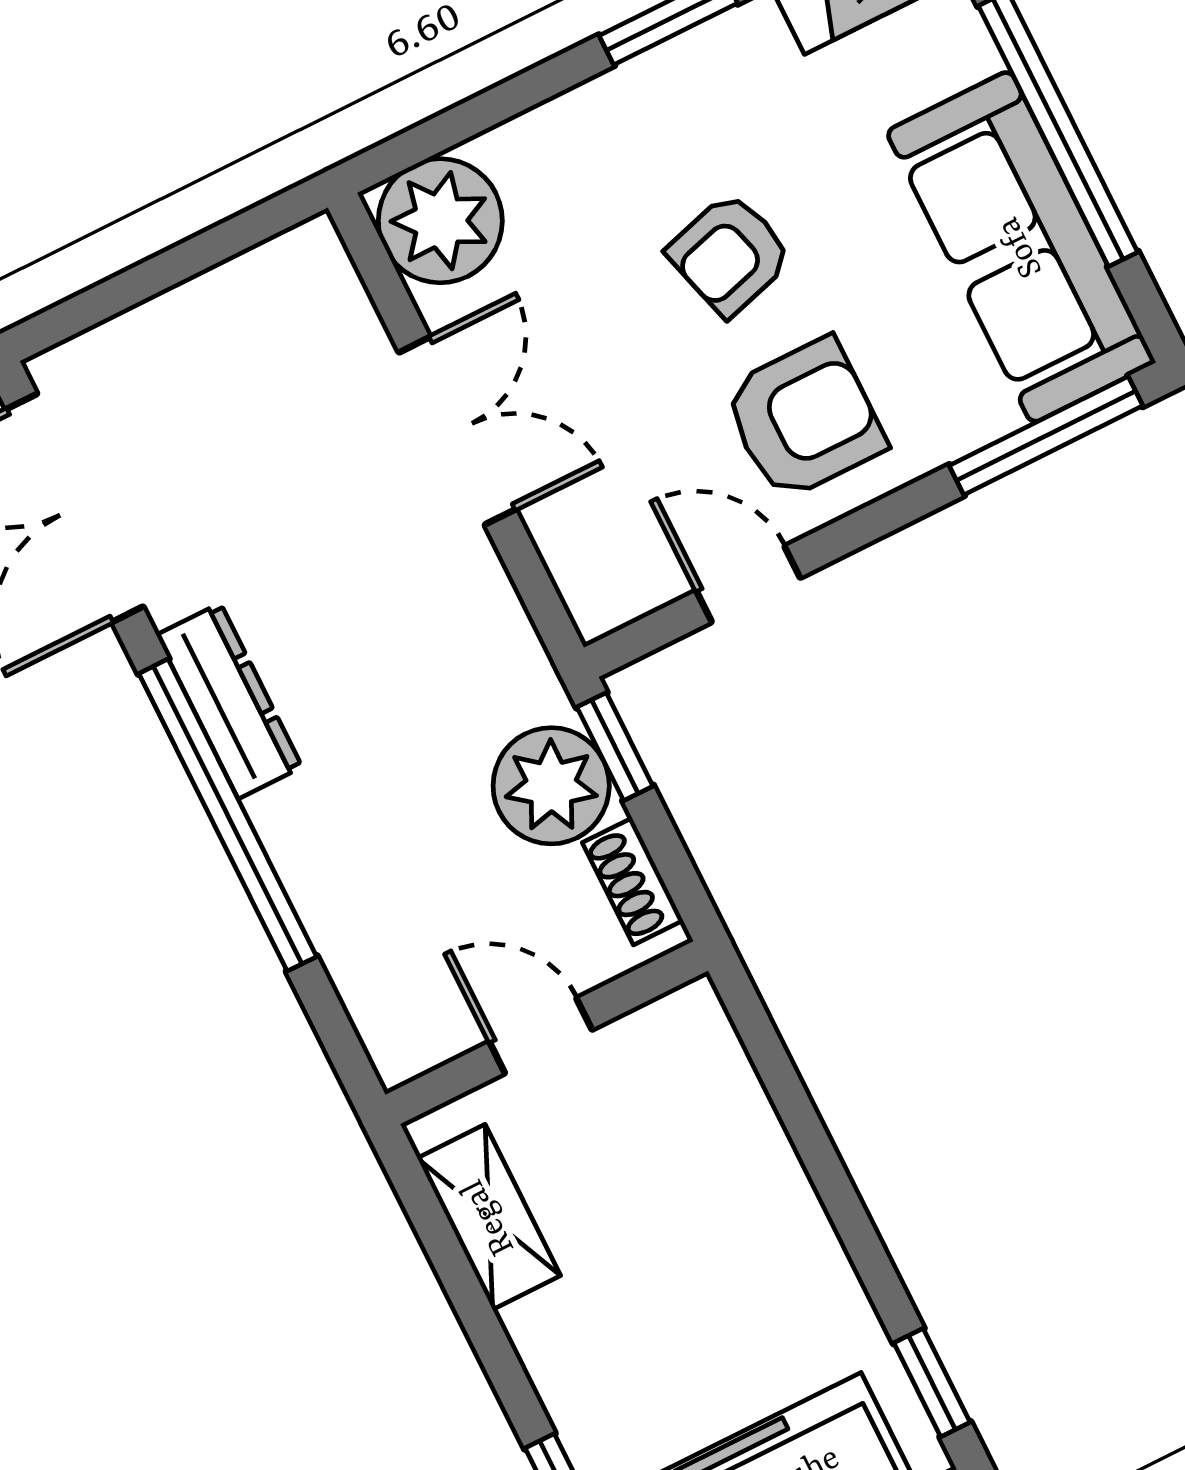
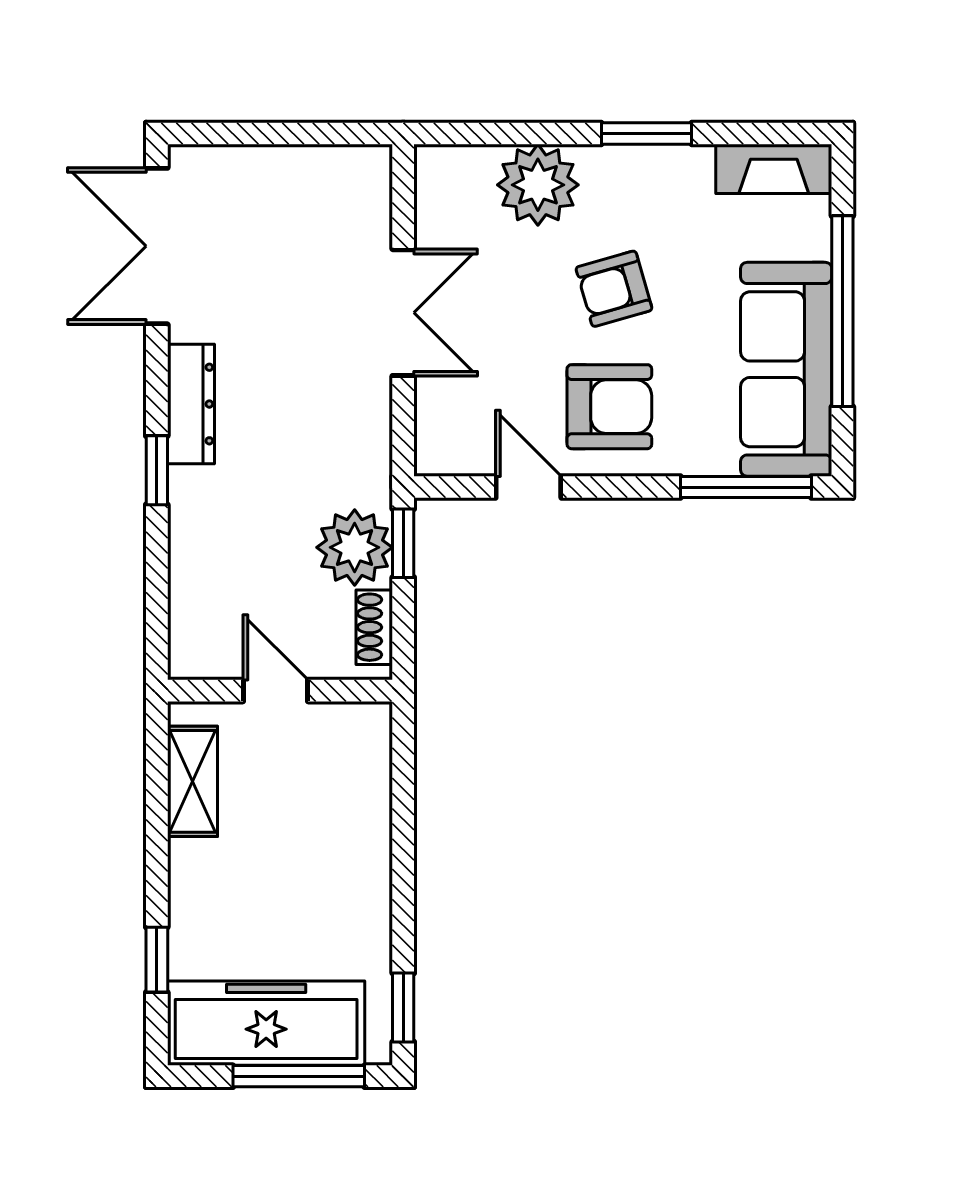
plant: (440, 221) -> (538, 185), moved
window: (228, 815) -> (157, 470), width x0.32

